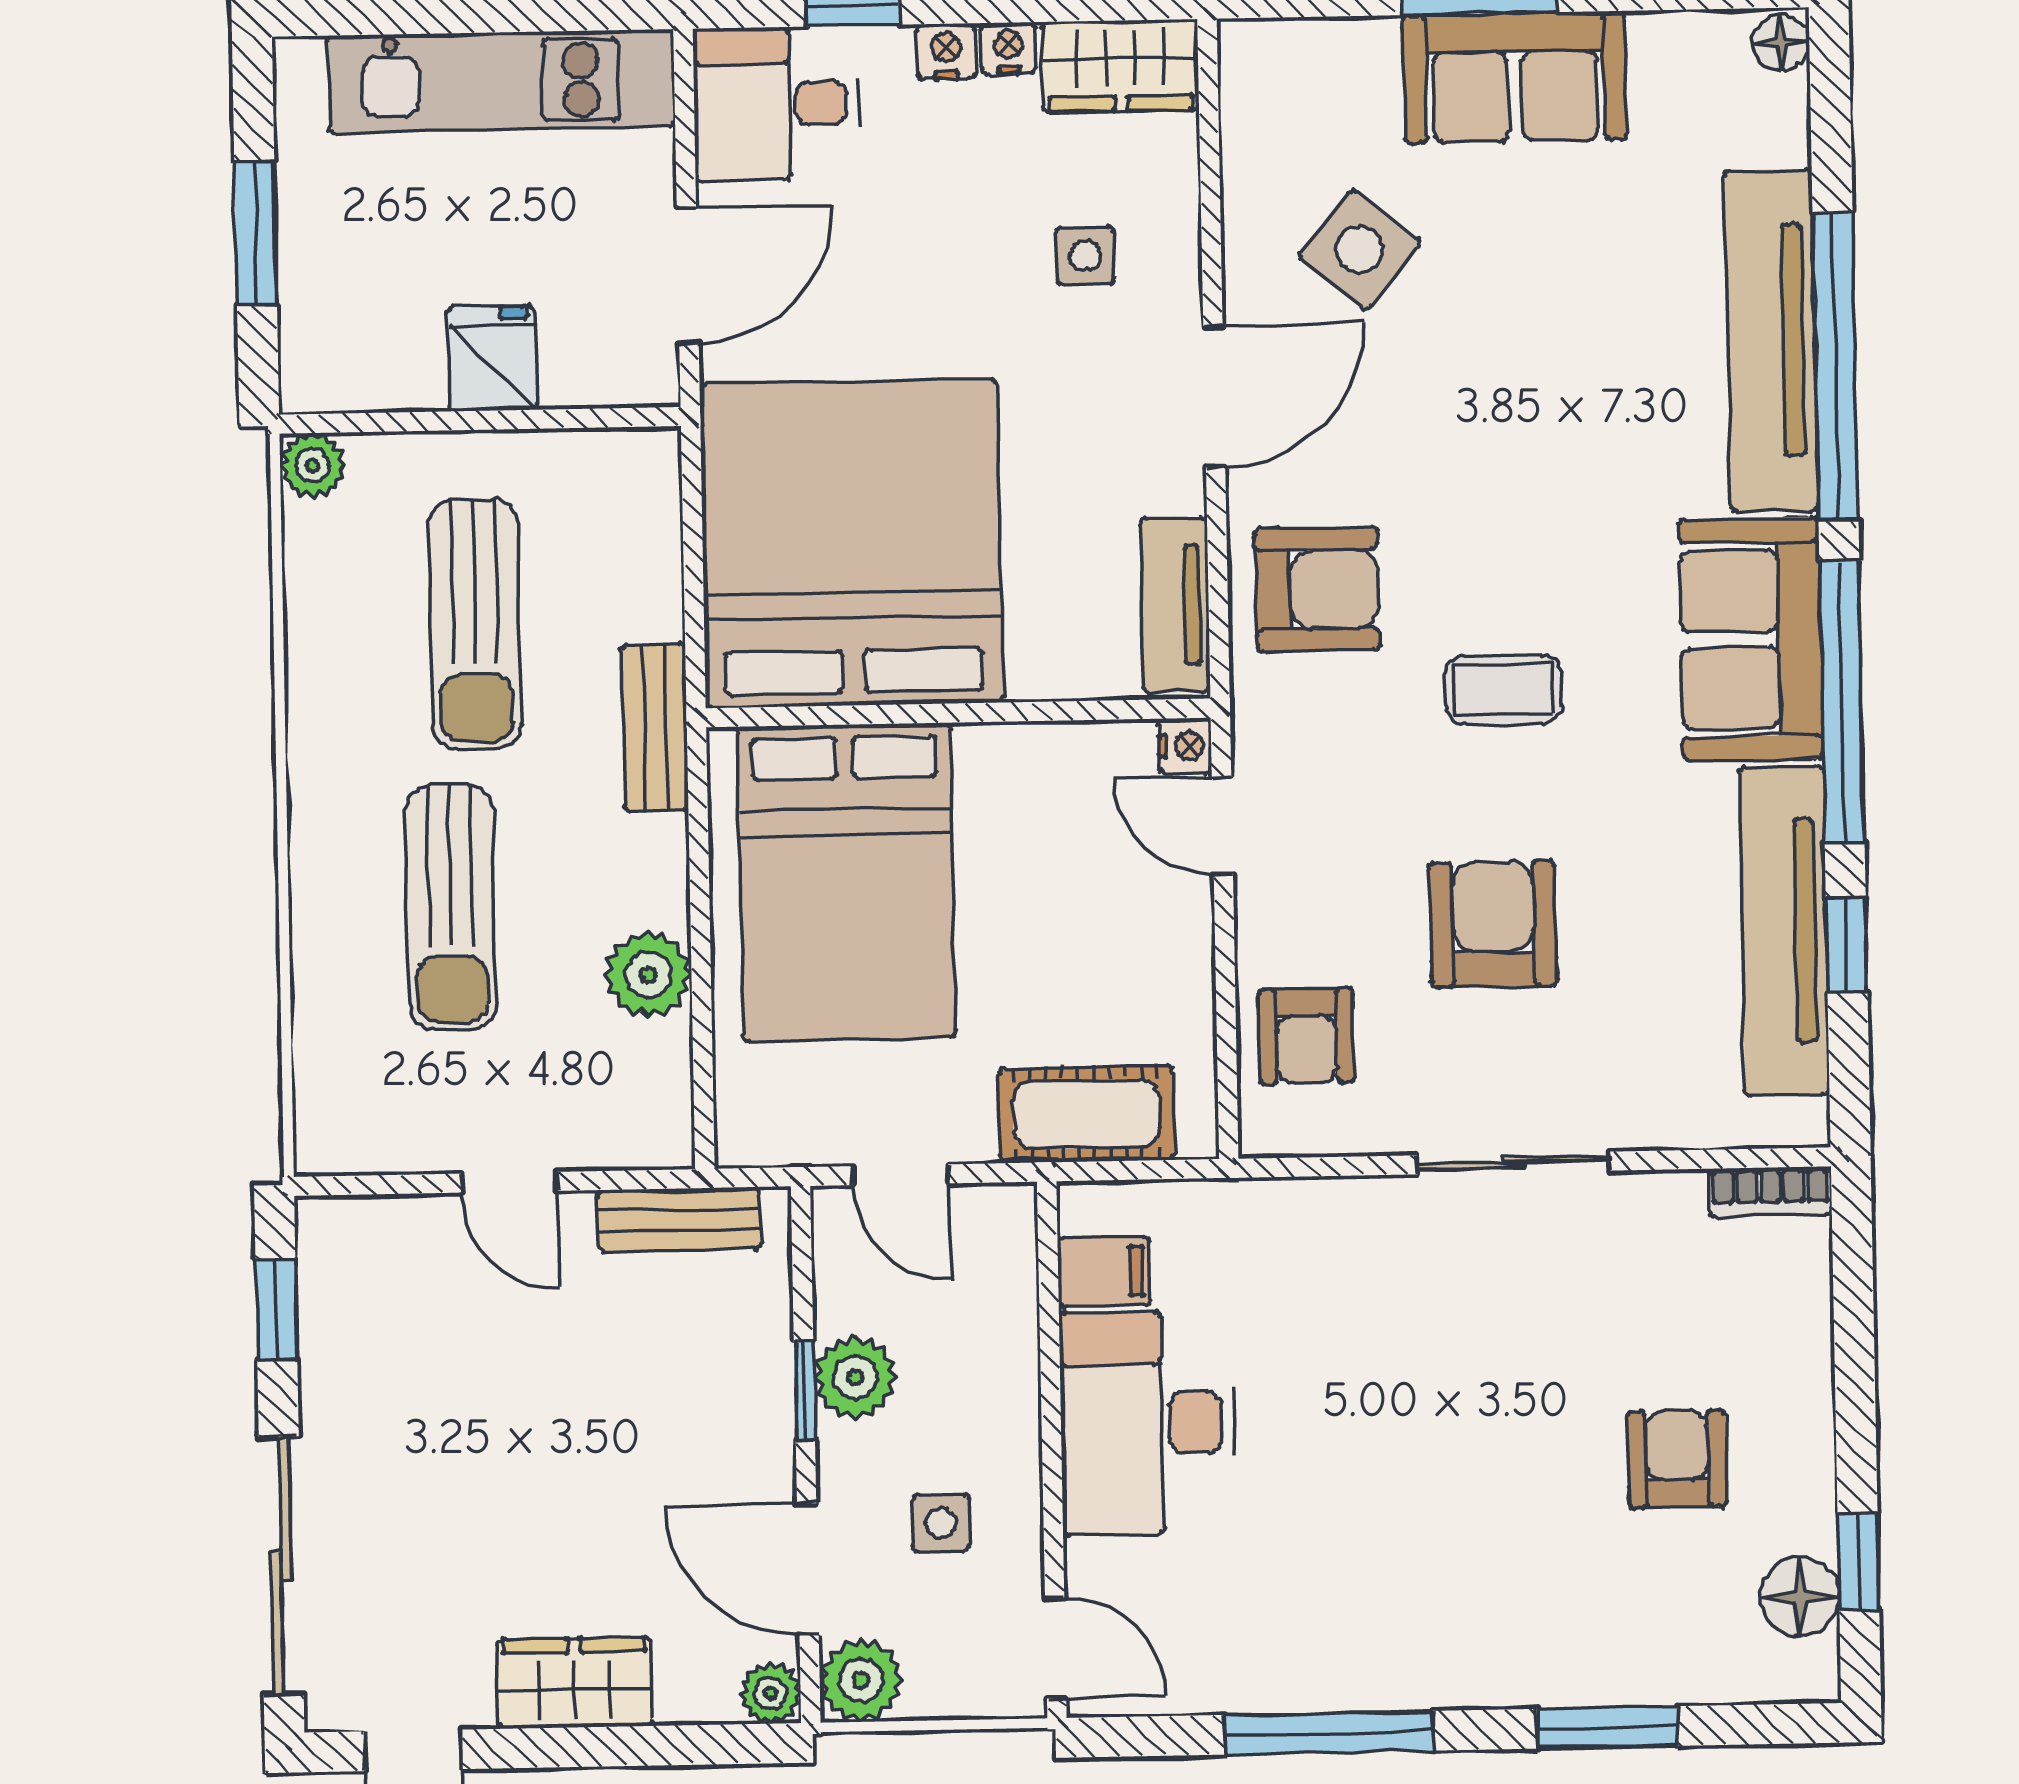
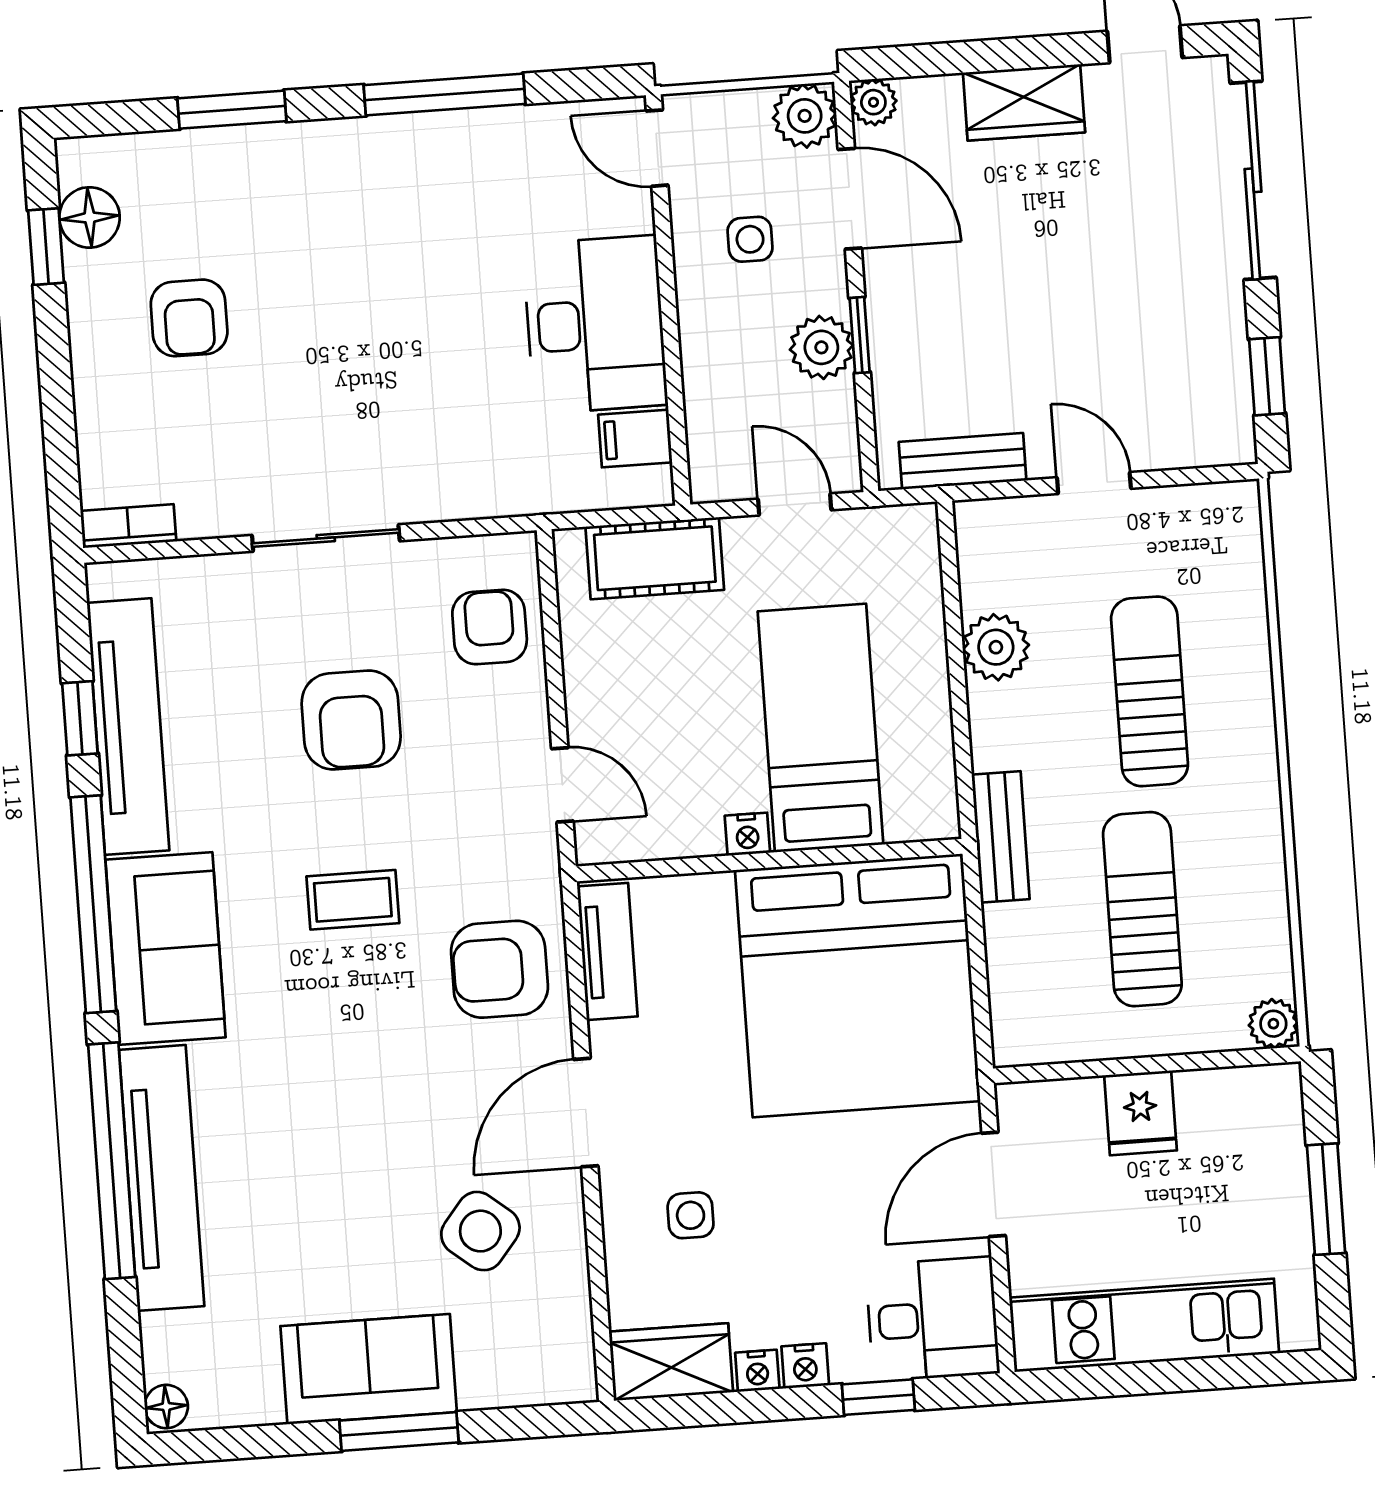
nightstand: (1185, 746) -> (747, 834), moved, turned -90
bed: (847, 882) -> (821, 728), width x0.67

